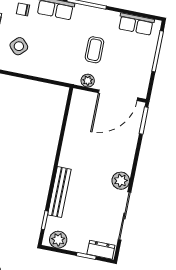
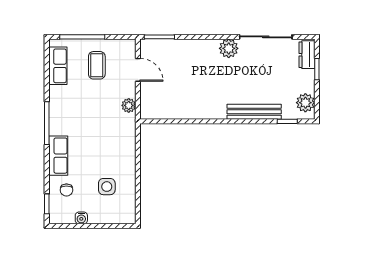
side table: (19, 46) -> (107, 187), turned 45
coffee table: (94, 50) -> (97, 65), moved, turned 90
door: (118, 95) -> (138, 70), width x0.53

